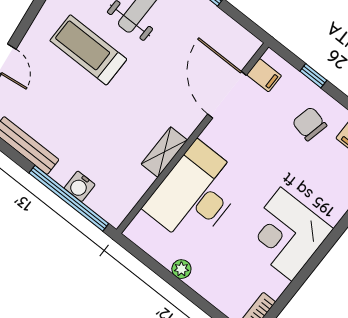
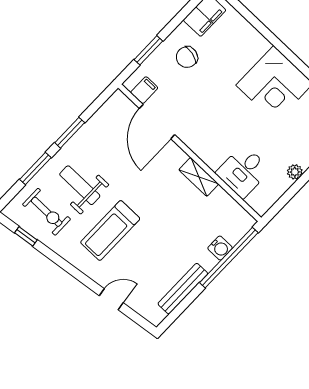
window: (313, 76) -> (148, 50), width x1.50
door: (227, 95) -> (157, 122), hinge flipped
desk: (195, 194) -> (243, 171), width x0.53, depth x0.77

